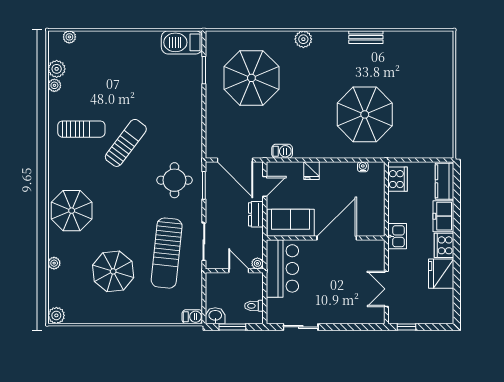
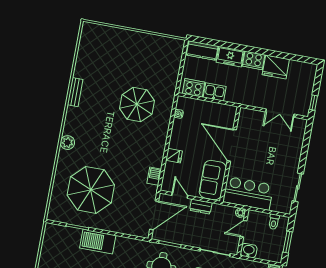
barbecue: (182, 42) -> (98, 242), moved, turned 90
parasol: (365, 114) -> (137, 105), width x0.73, depth x0.73
kitchen sink: (397, 236) -> (215, 92), moved
washbasin: (215, 316) -> (249, 251), moved, turned 90

